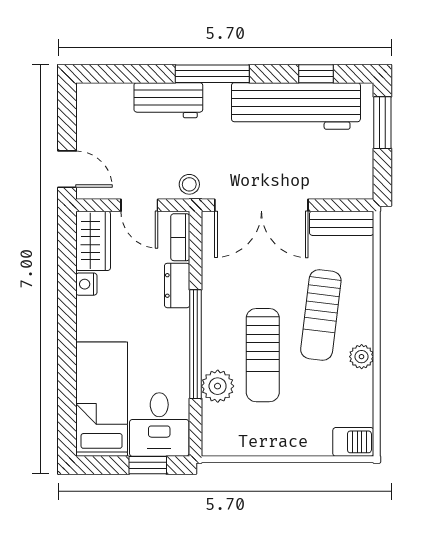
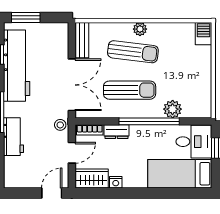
sun lounger: (263, 355) -> (130, 90), moved
plant: (362, 357) -> (140, 29), moved

